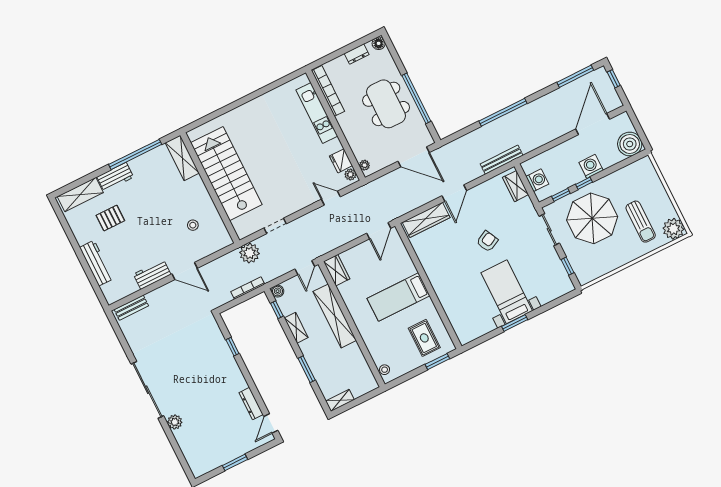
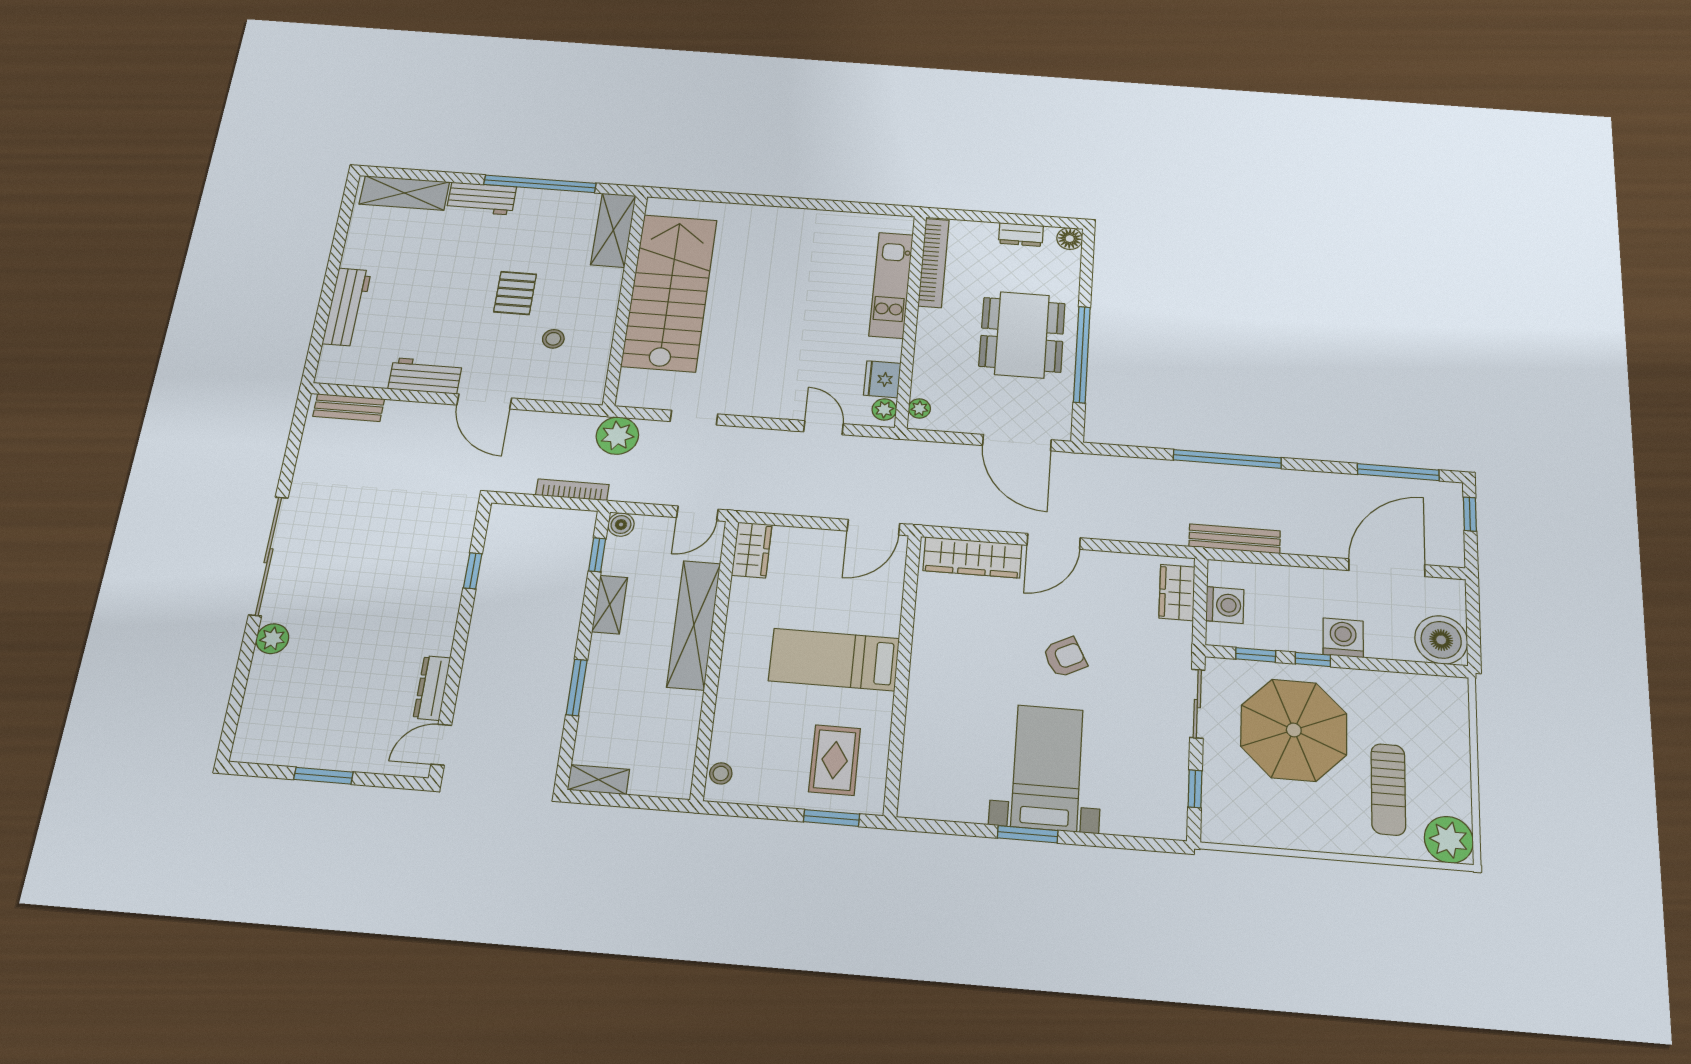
bench: (502, 160) -> (1235, 539), moved
pallet: (110, 218) -> (515, 293), moved, turned 90

